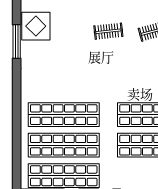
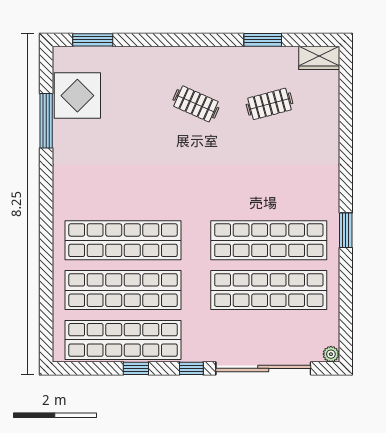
clothes rail: (108, 31) -> (196, 104), turned 30

